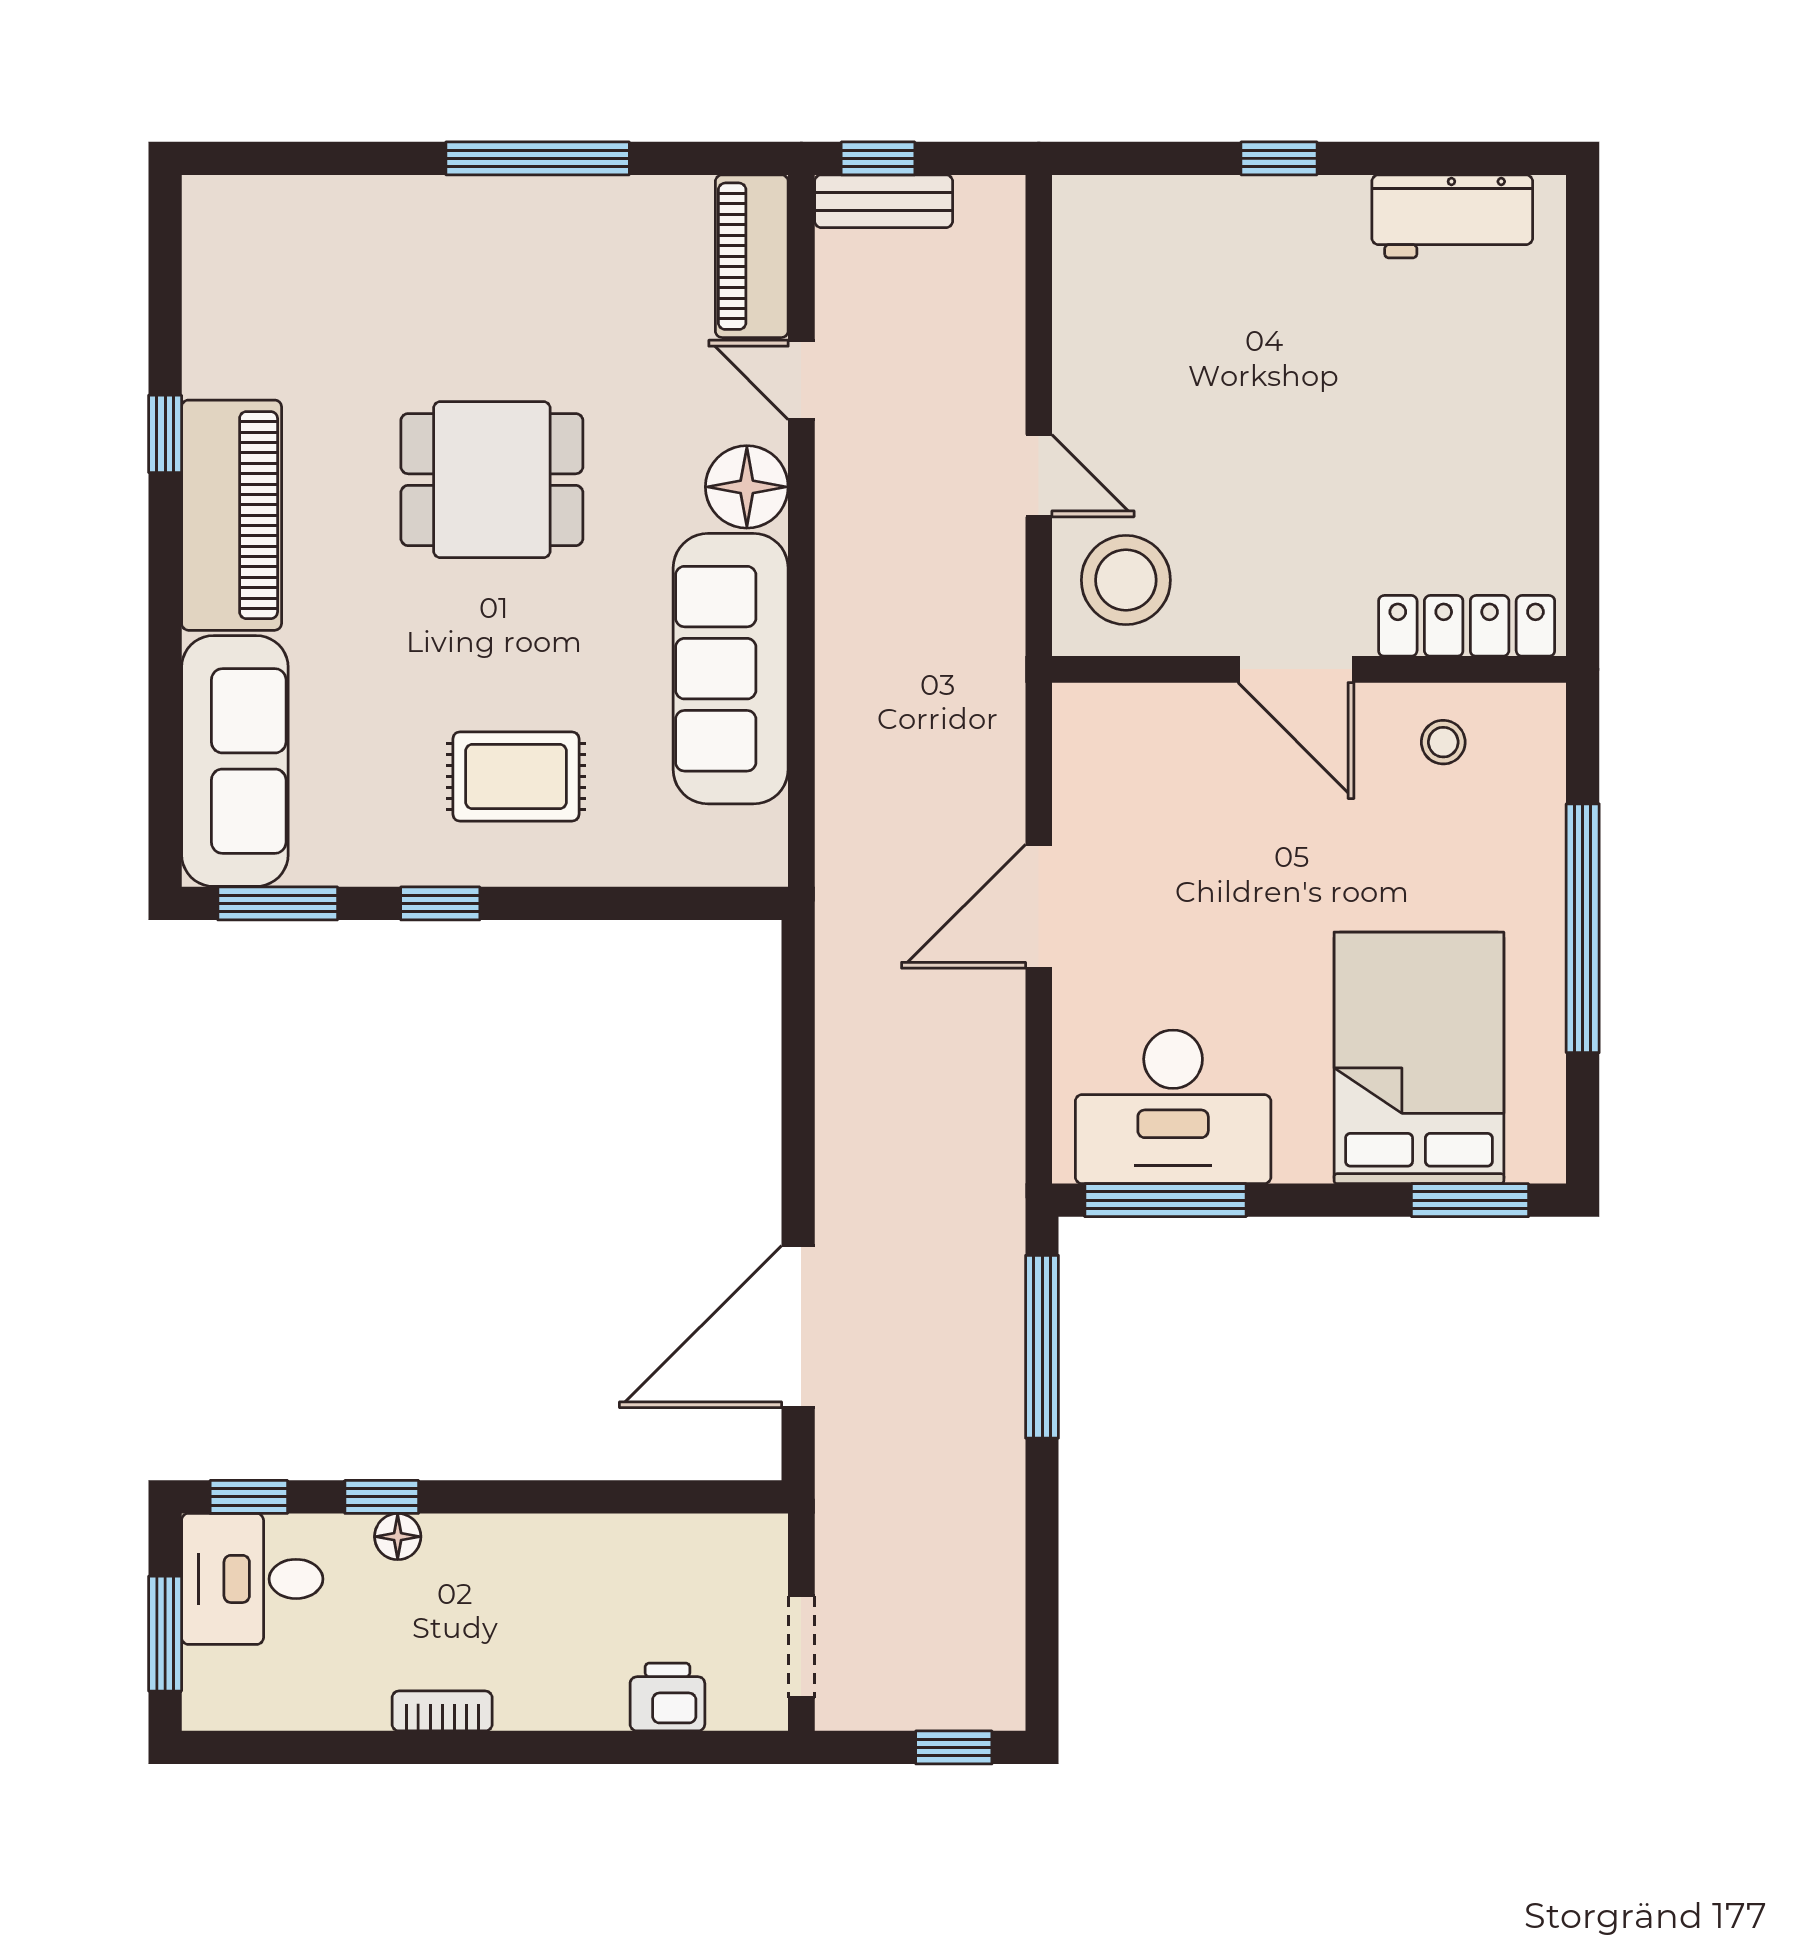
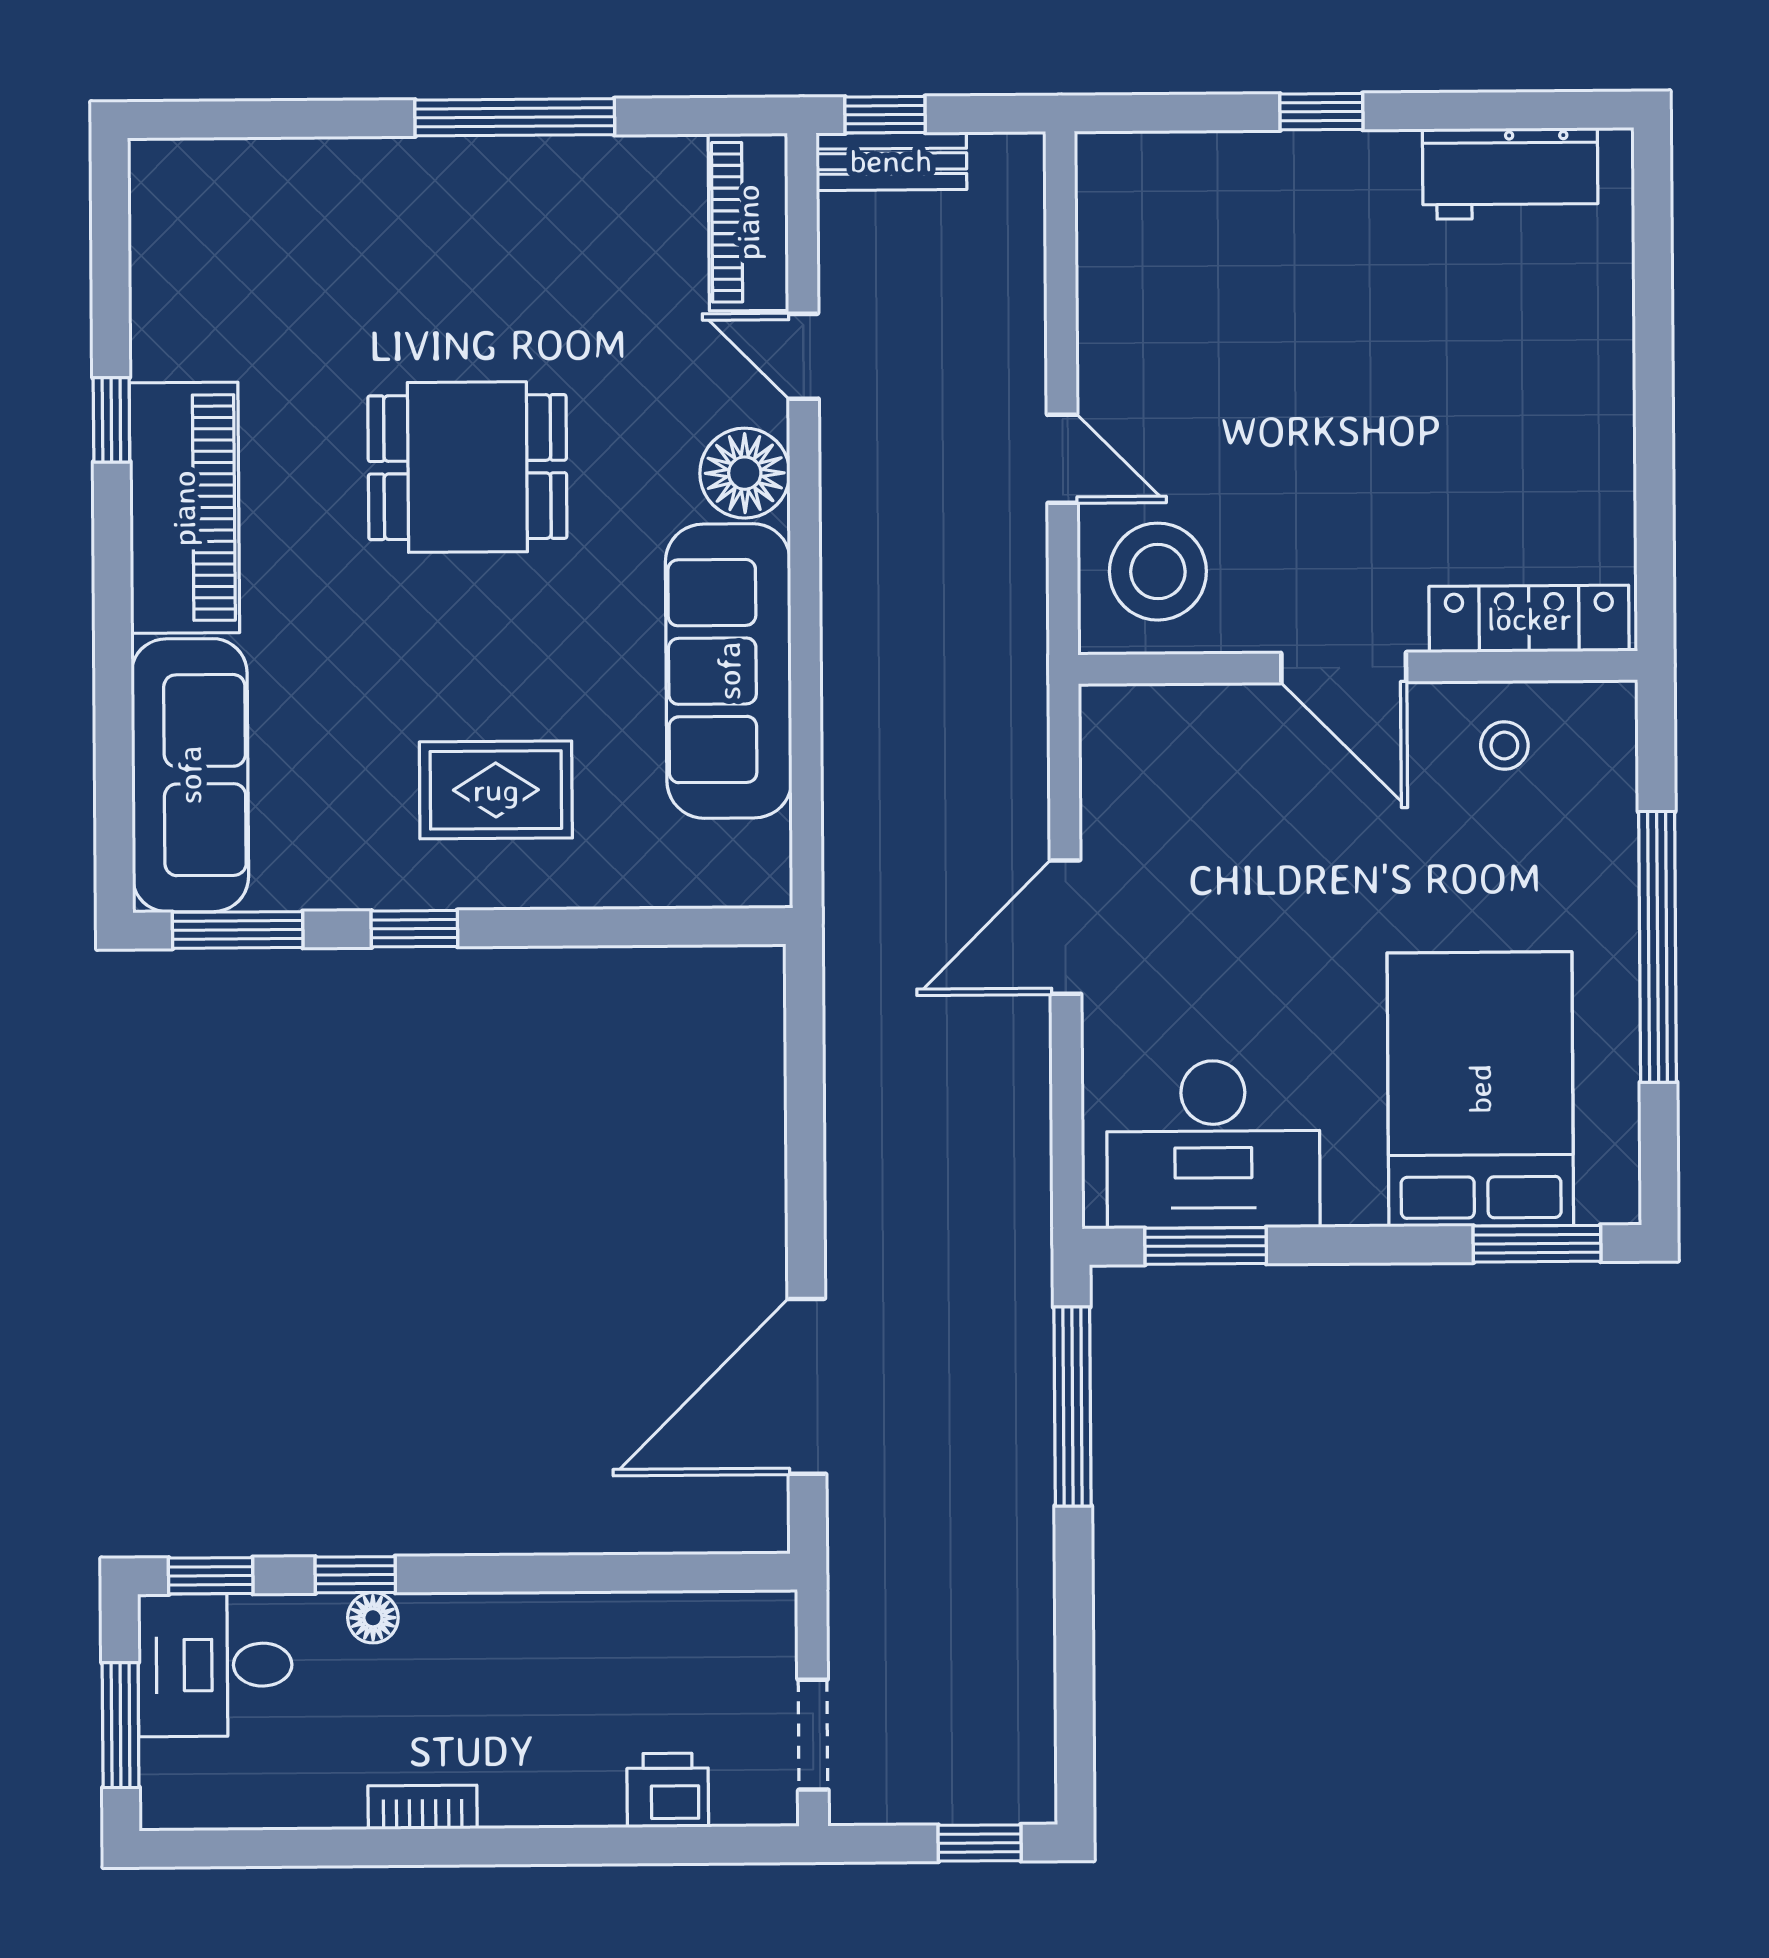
window: (1165, 1200) -> (1206, 1246), width x0.69

